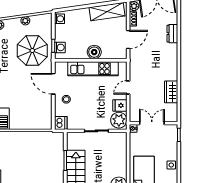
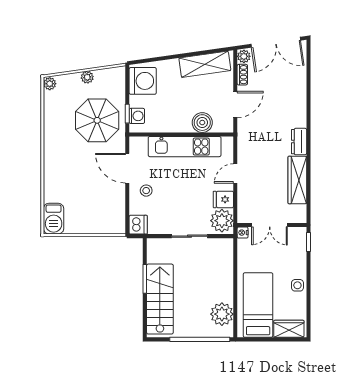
washing machine: (59, 19) -> (143, 81), width x1.89, depth x1.89
dresser: (172, 34) -> (299, 142), moved
boiler: (94, 52) -> (202, 123), moved
wardrobe: (171, 92) -> (297, 180), width x1.50
double door: (152, 123) -> (270, 225), swing flipped

